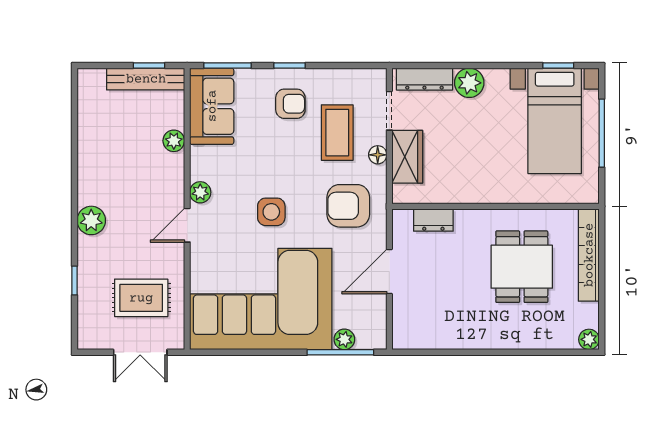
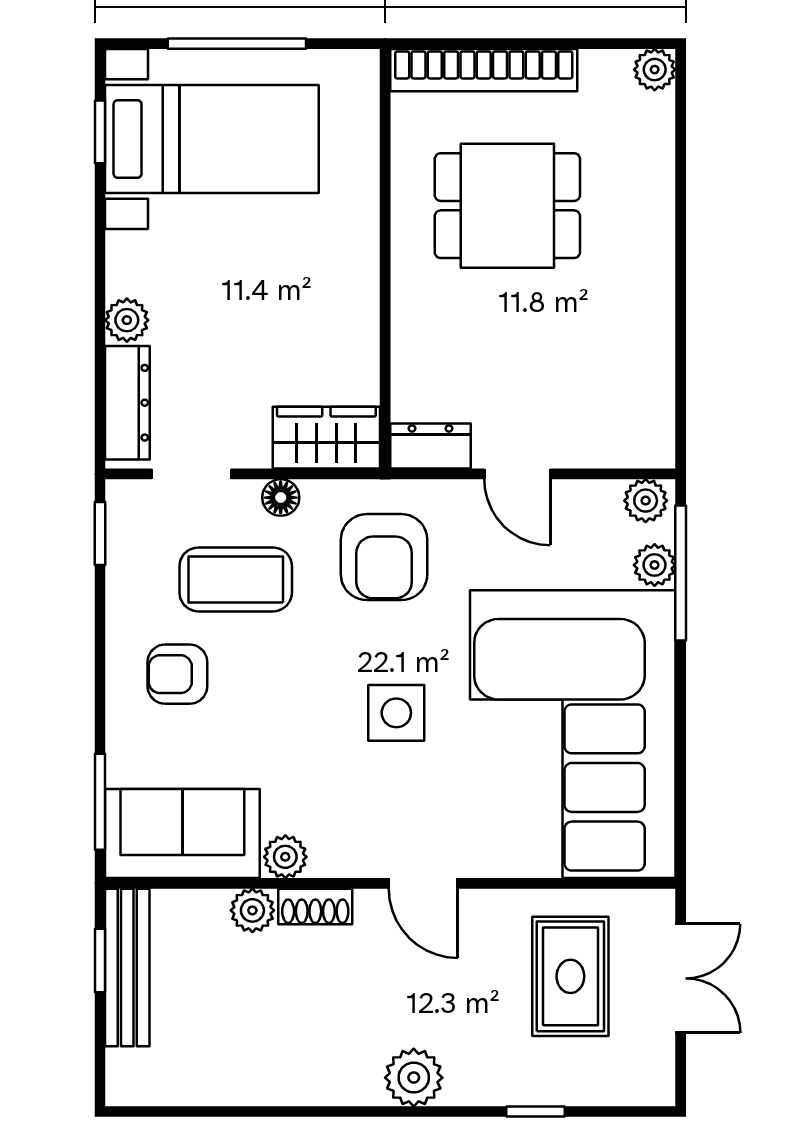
window: (290, 66) -> (100, 534), moved
plant: (469, 83) -> (127, 320), width x0.73, depth x0.73
armchair: (290, 104) -> (177, 674), turned -90
wardrobe: (407, 157) -> (326, 438), moved
shoe rack: (176, 172) -> (315, 907), added
plant: (200, 192) -> (285, 857), moved
dresser: (433, 220) -> (430, 446), moved, turned -90
door: (389, 271) -> (517, 474), width x0.73
plant: (376, 335) -> (646, 501), added

